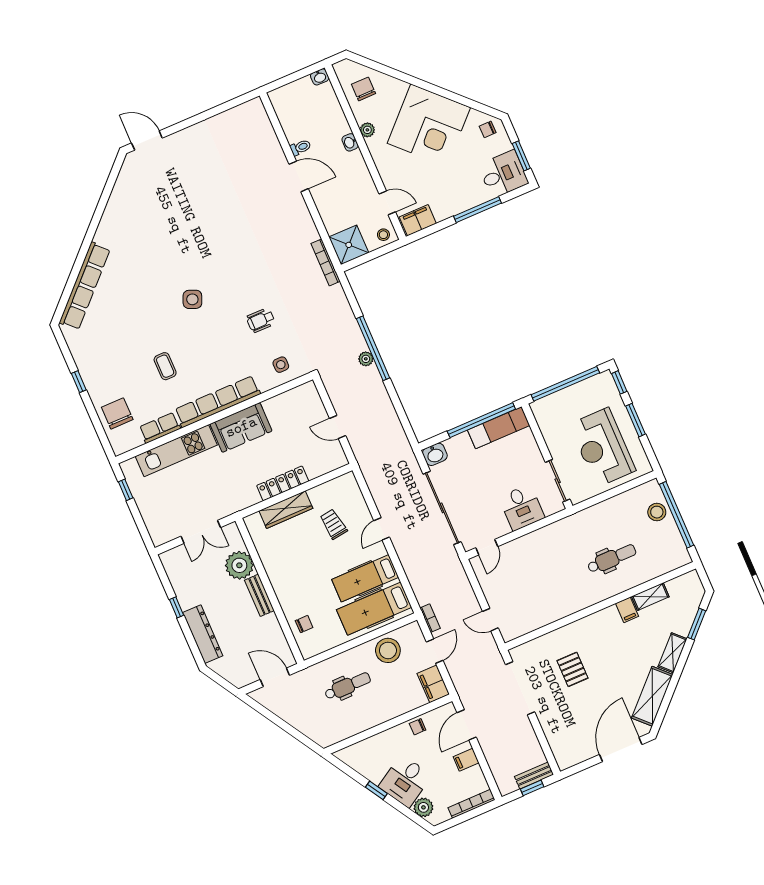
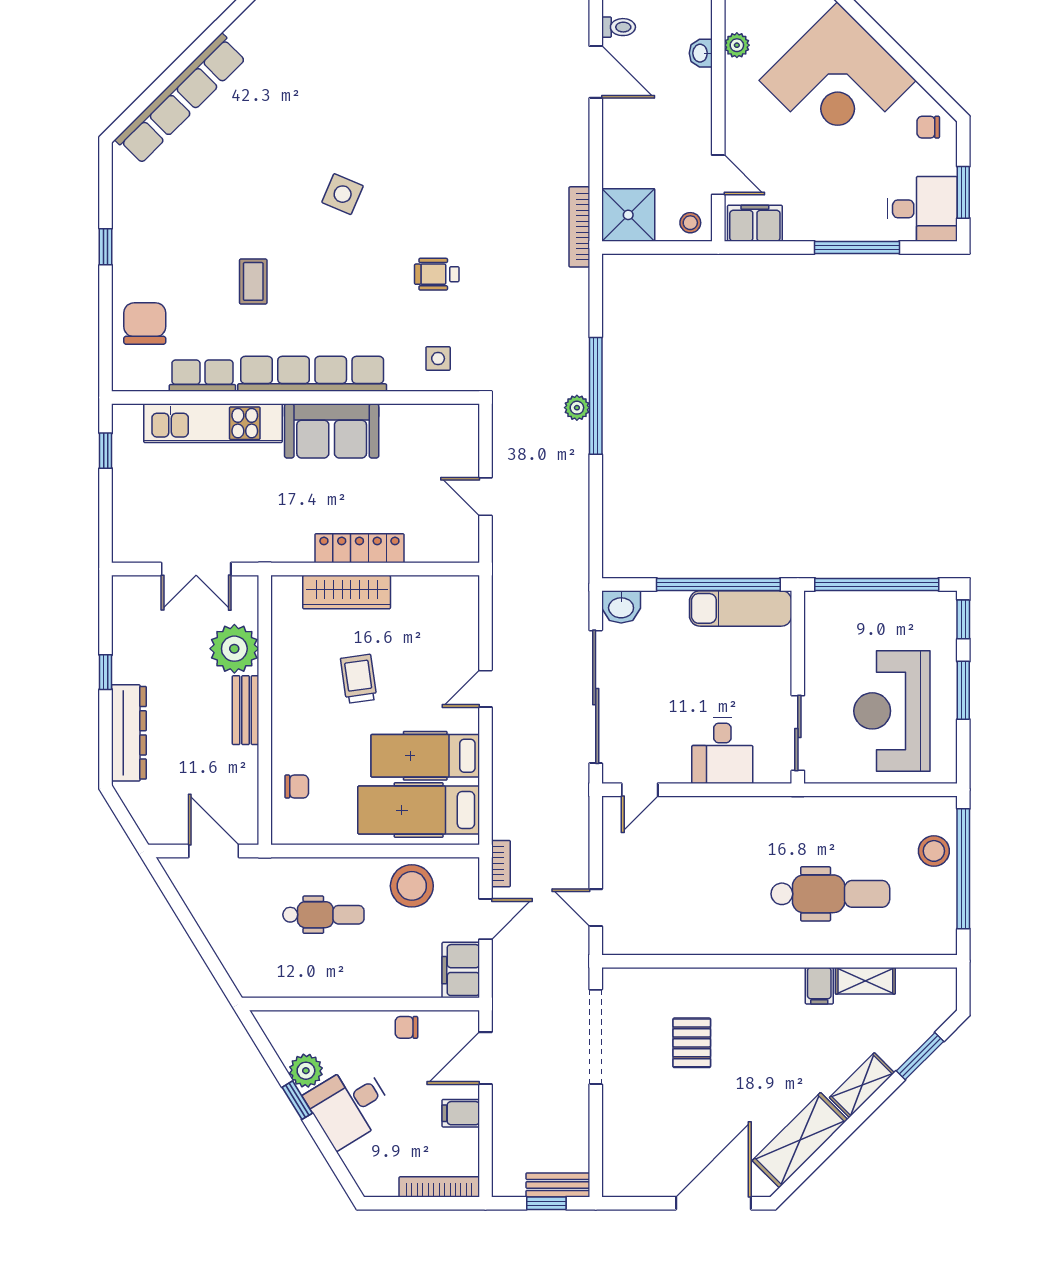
trolley: (333, 524) -> (359, 679), moved
dental chair: (612, 559) -> (830, 894), width x1.36, depth x1.38
plant: (423, 807) -> (306, 1071), moved

